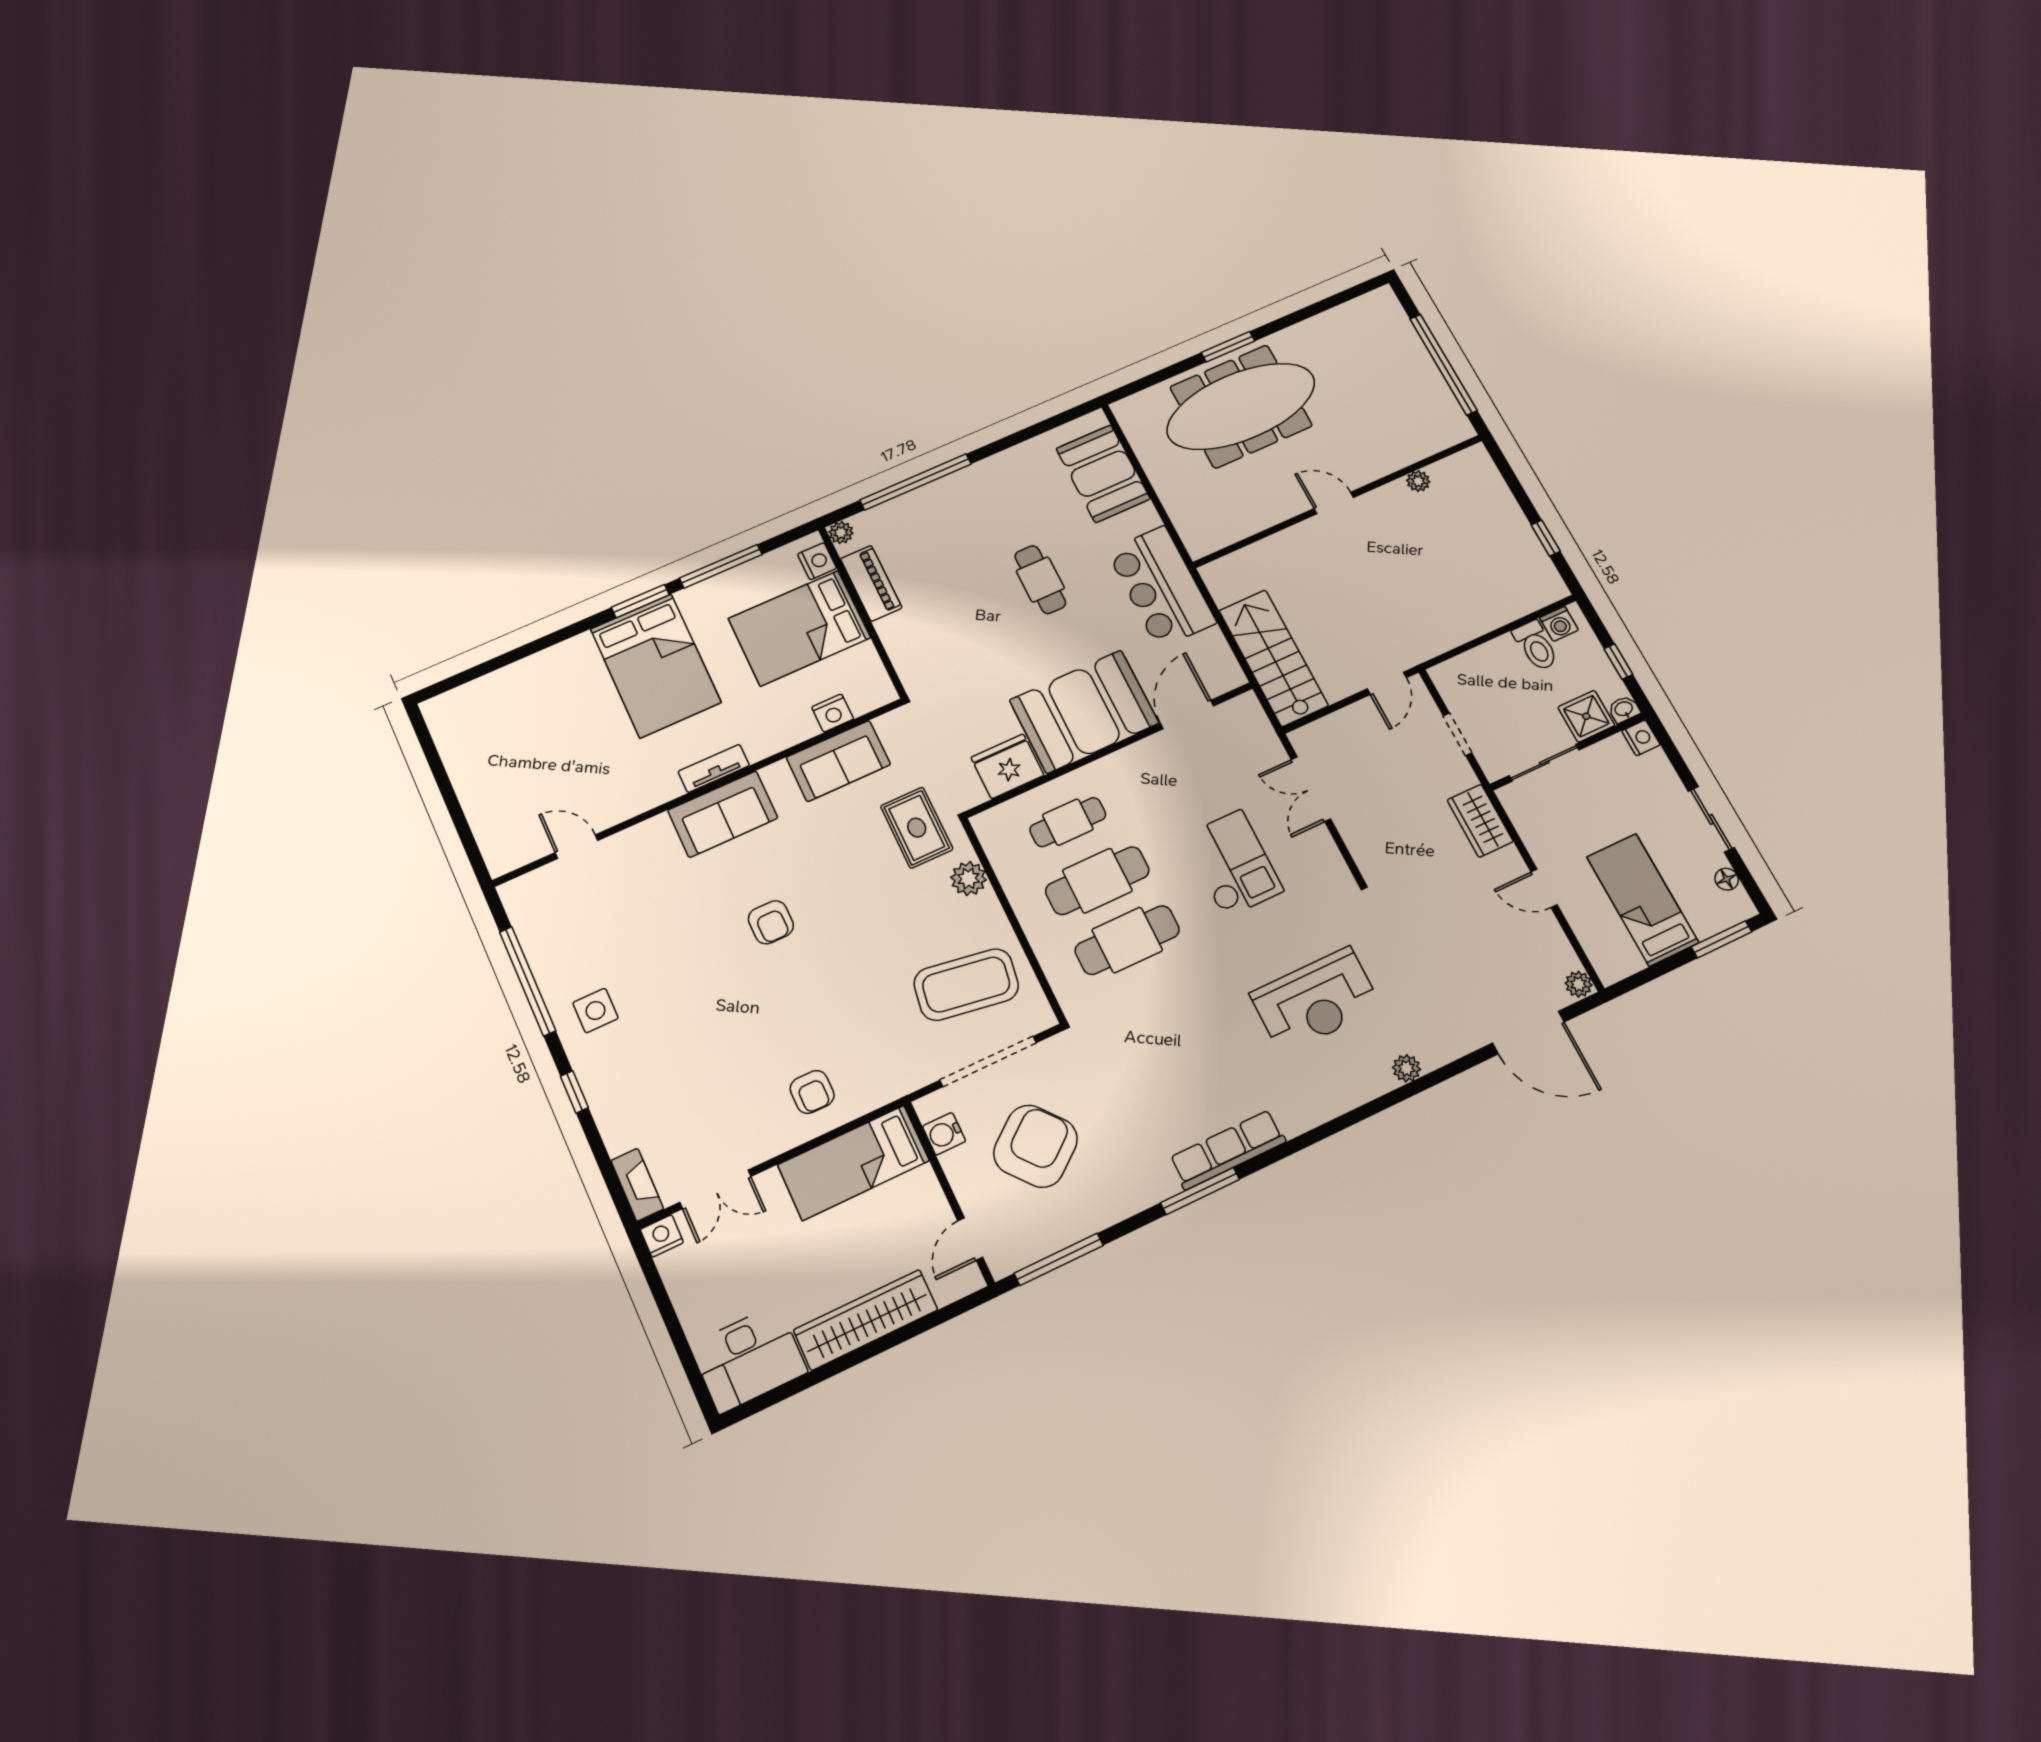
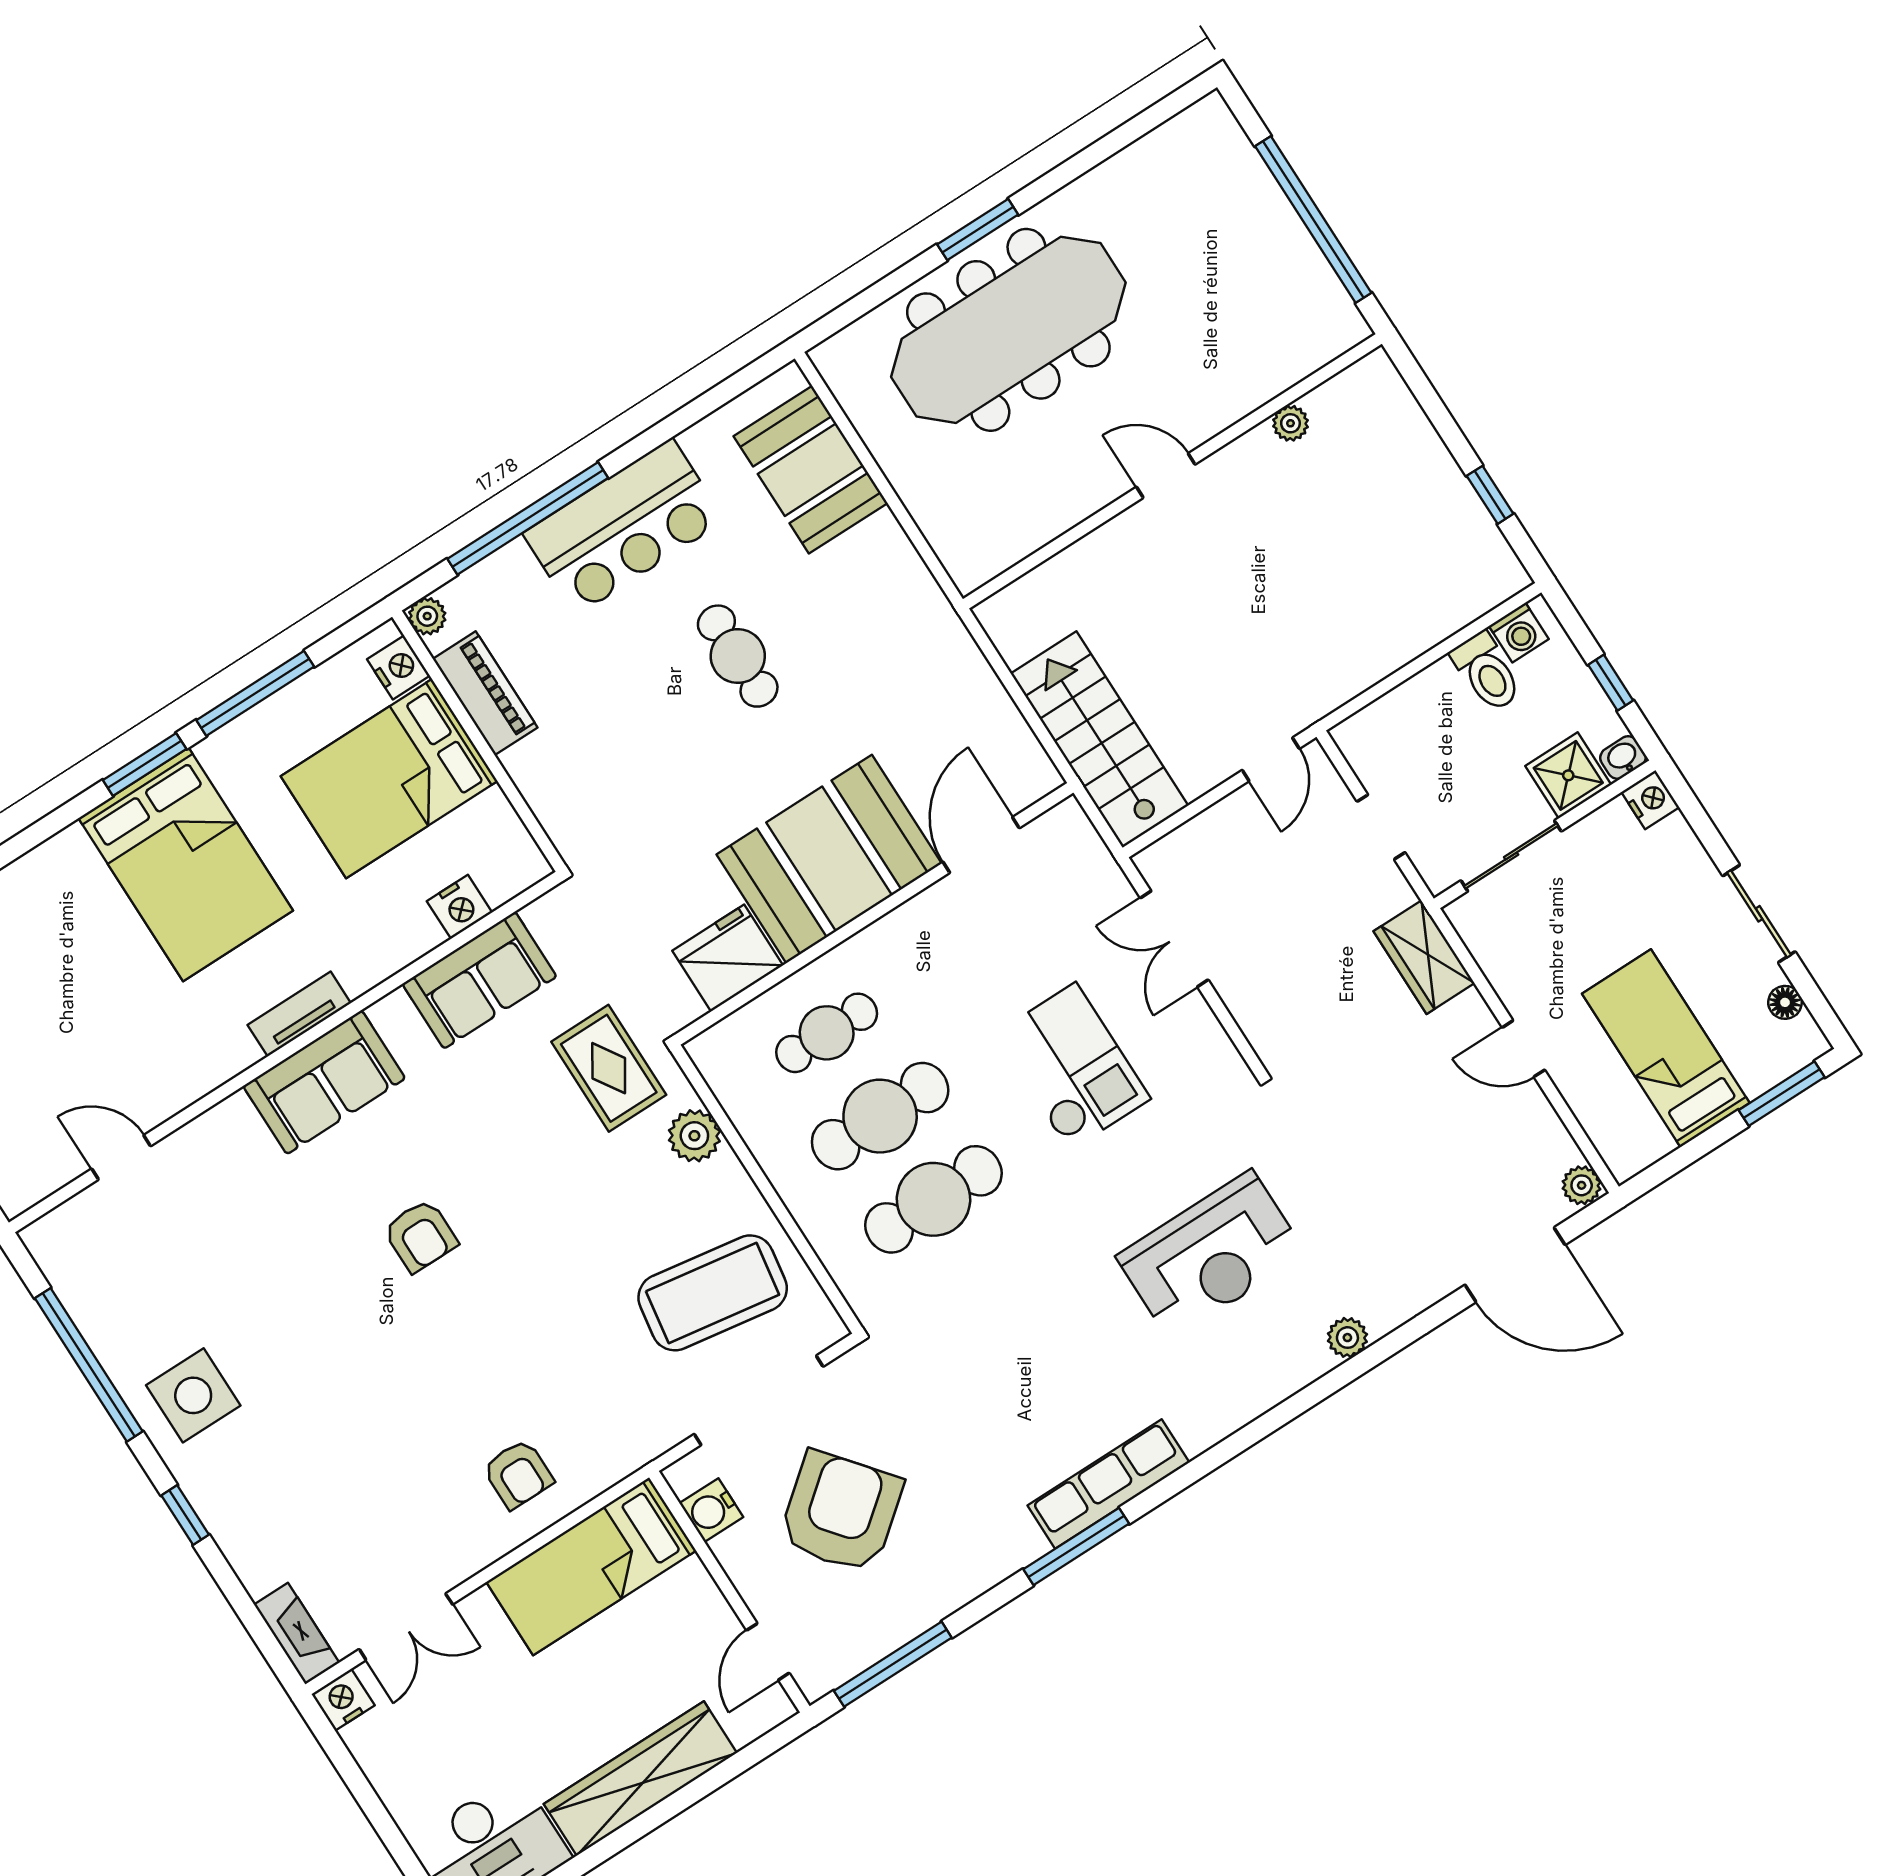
bar counter: (1161, 587) -> (624, 527), moved, turned -90
side table: (595, 1011) -> (193, 1395), width x1.37, depth x1.37

